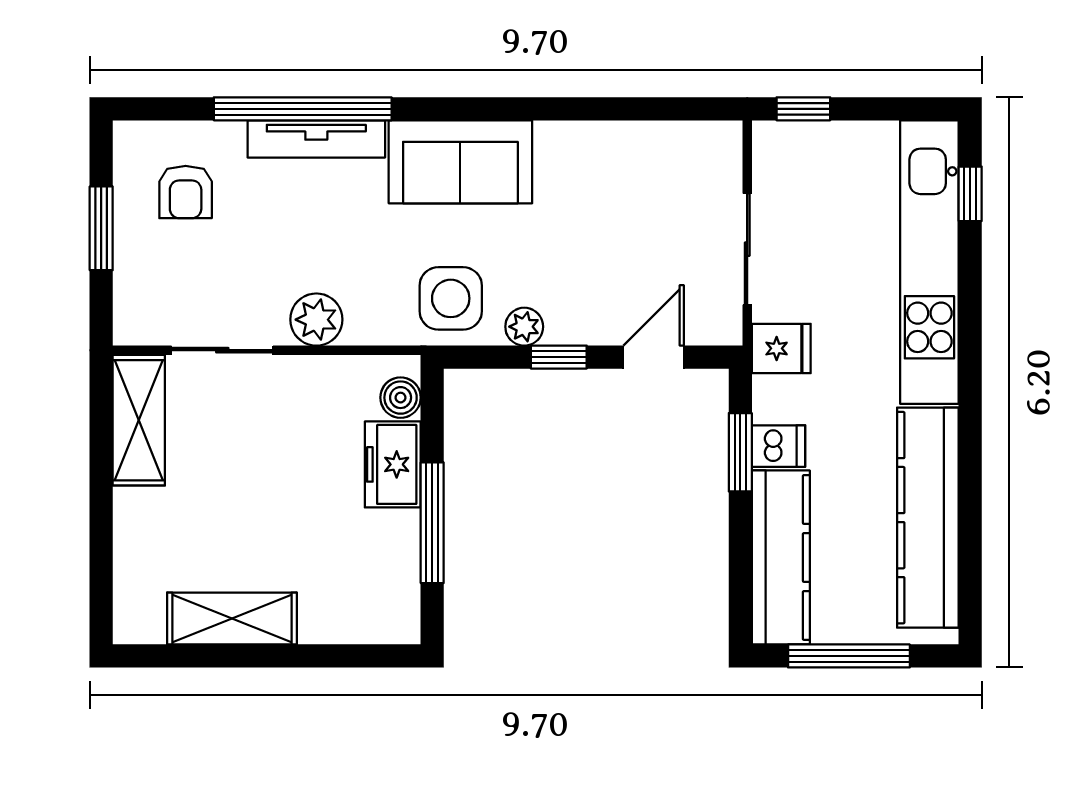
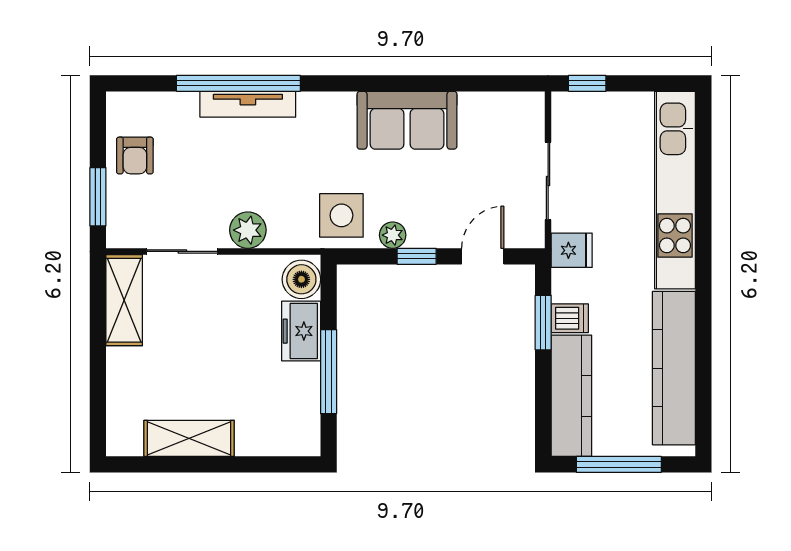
sofa: (460, 162) -> (407, 120), moved
armchair: (186, 192) -> (135, 156), moved
window: (970, 194) -> (703, 143), removed
window: (101, 228) -> (98, 197), moved
boiler: (401, 398) -> (301, 279), width x1.36, depth x1.36

